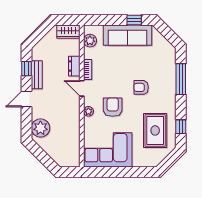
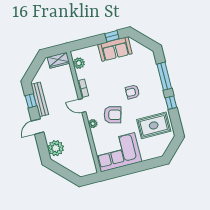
sofa: (128, 35) -> (115, 49), width x0.73
dresser: (74, 66) -> (71, 88), removed
bench: (37, 75) -> (40, 99), width x1.36
armchair: (113, 107) -> (113, 115), turned 105
window: (181, 127) -> (171, 103), moved
rug: (155, 130) -> (154, 125), turned 90

